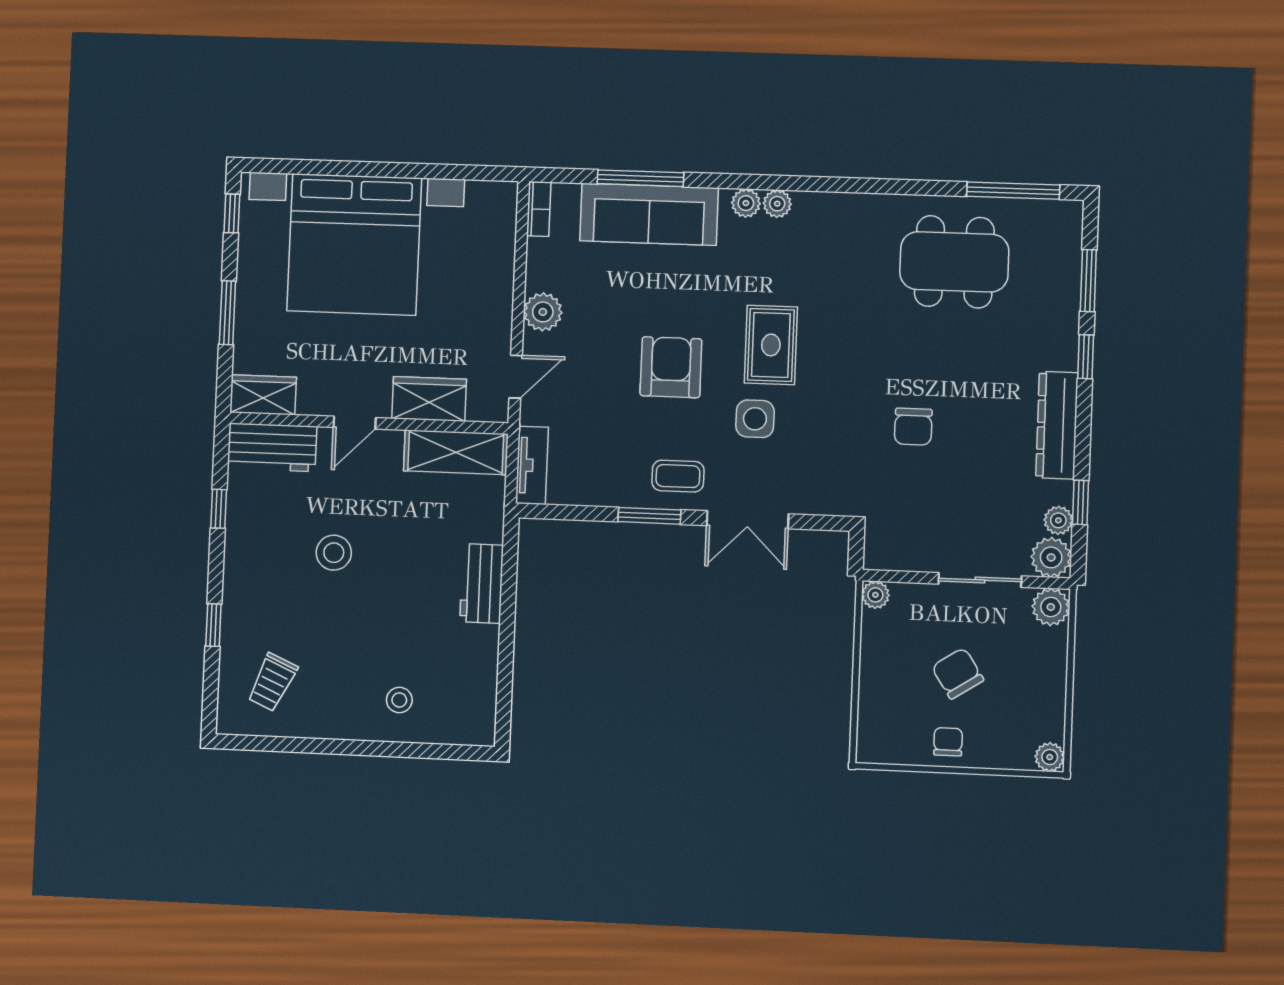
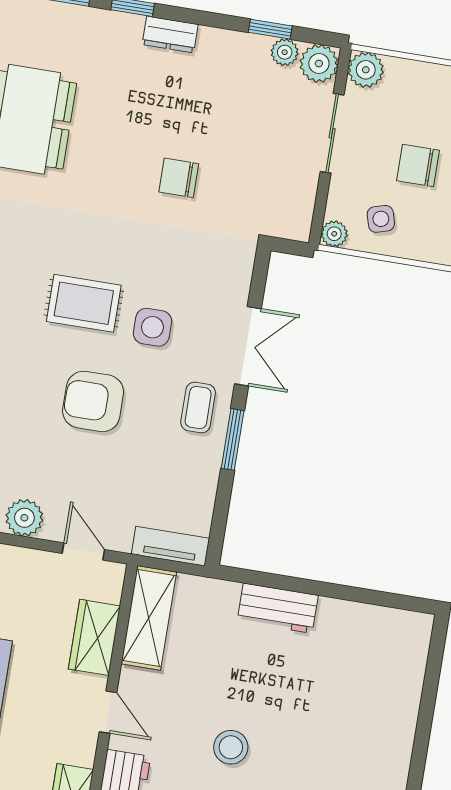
dresser: (1057, 425) -> (170, 34), width x0.51, depth x0.80
chair: (913, 427) -> (179, 178), turned 180
side table: (897, 641) -> (381, 219), added
chair: (958, 673) -> (418, 166), turned 33
stool: (399, 700) -> (380, 701), removed

